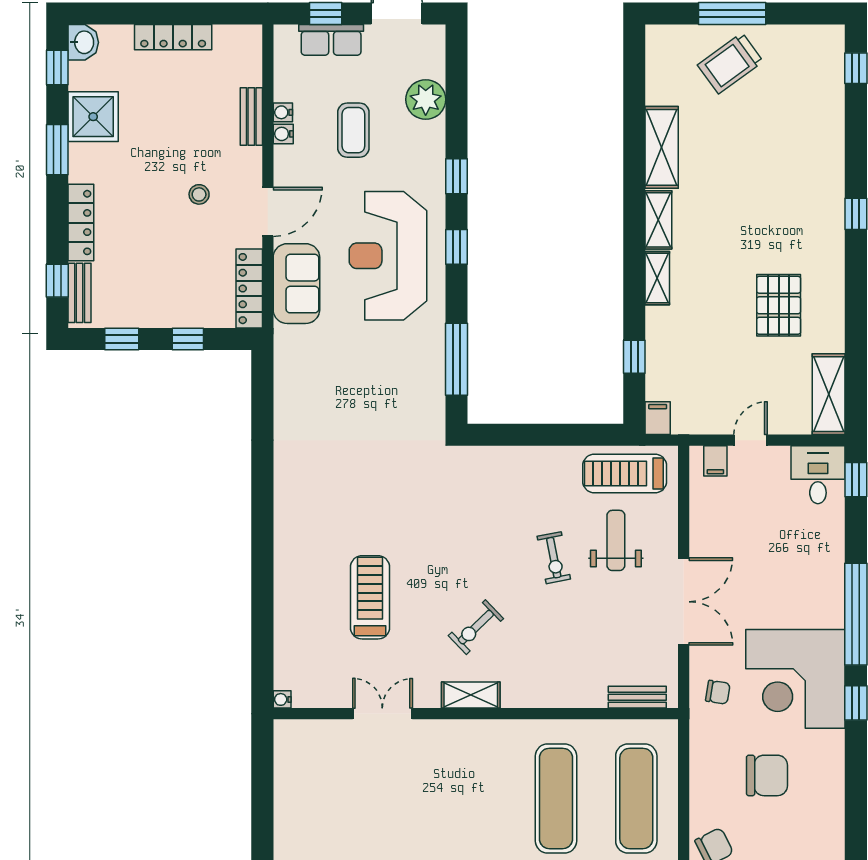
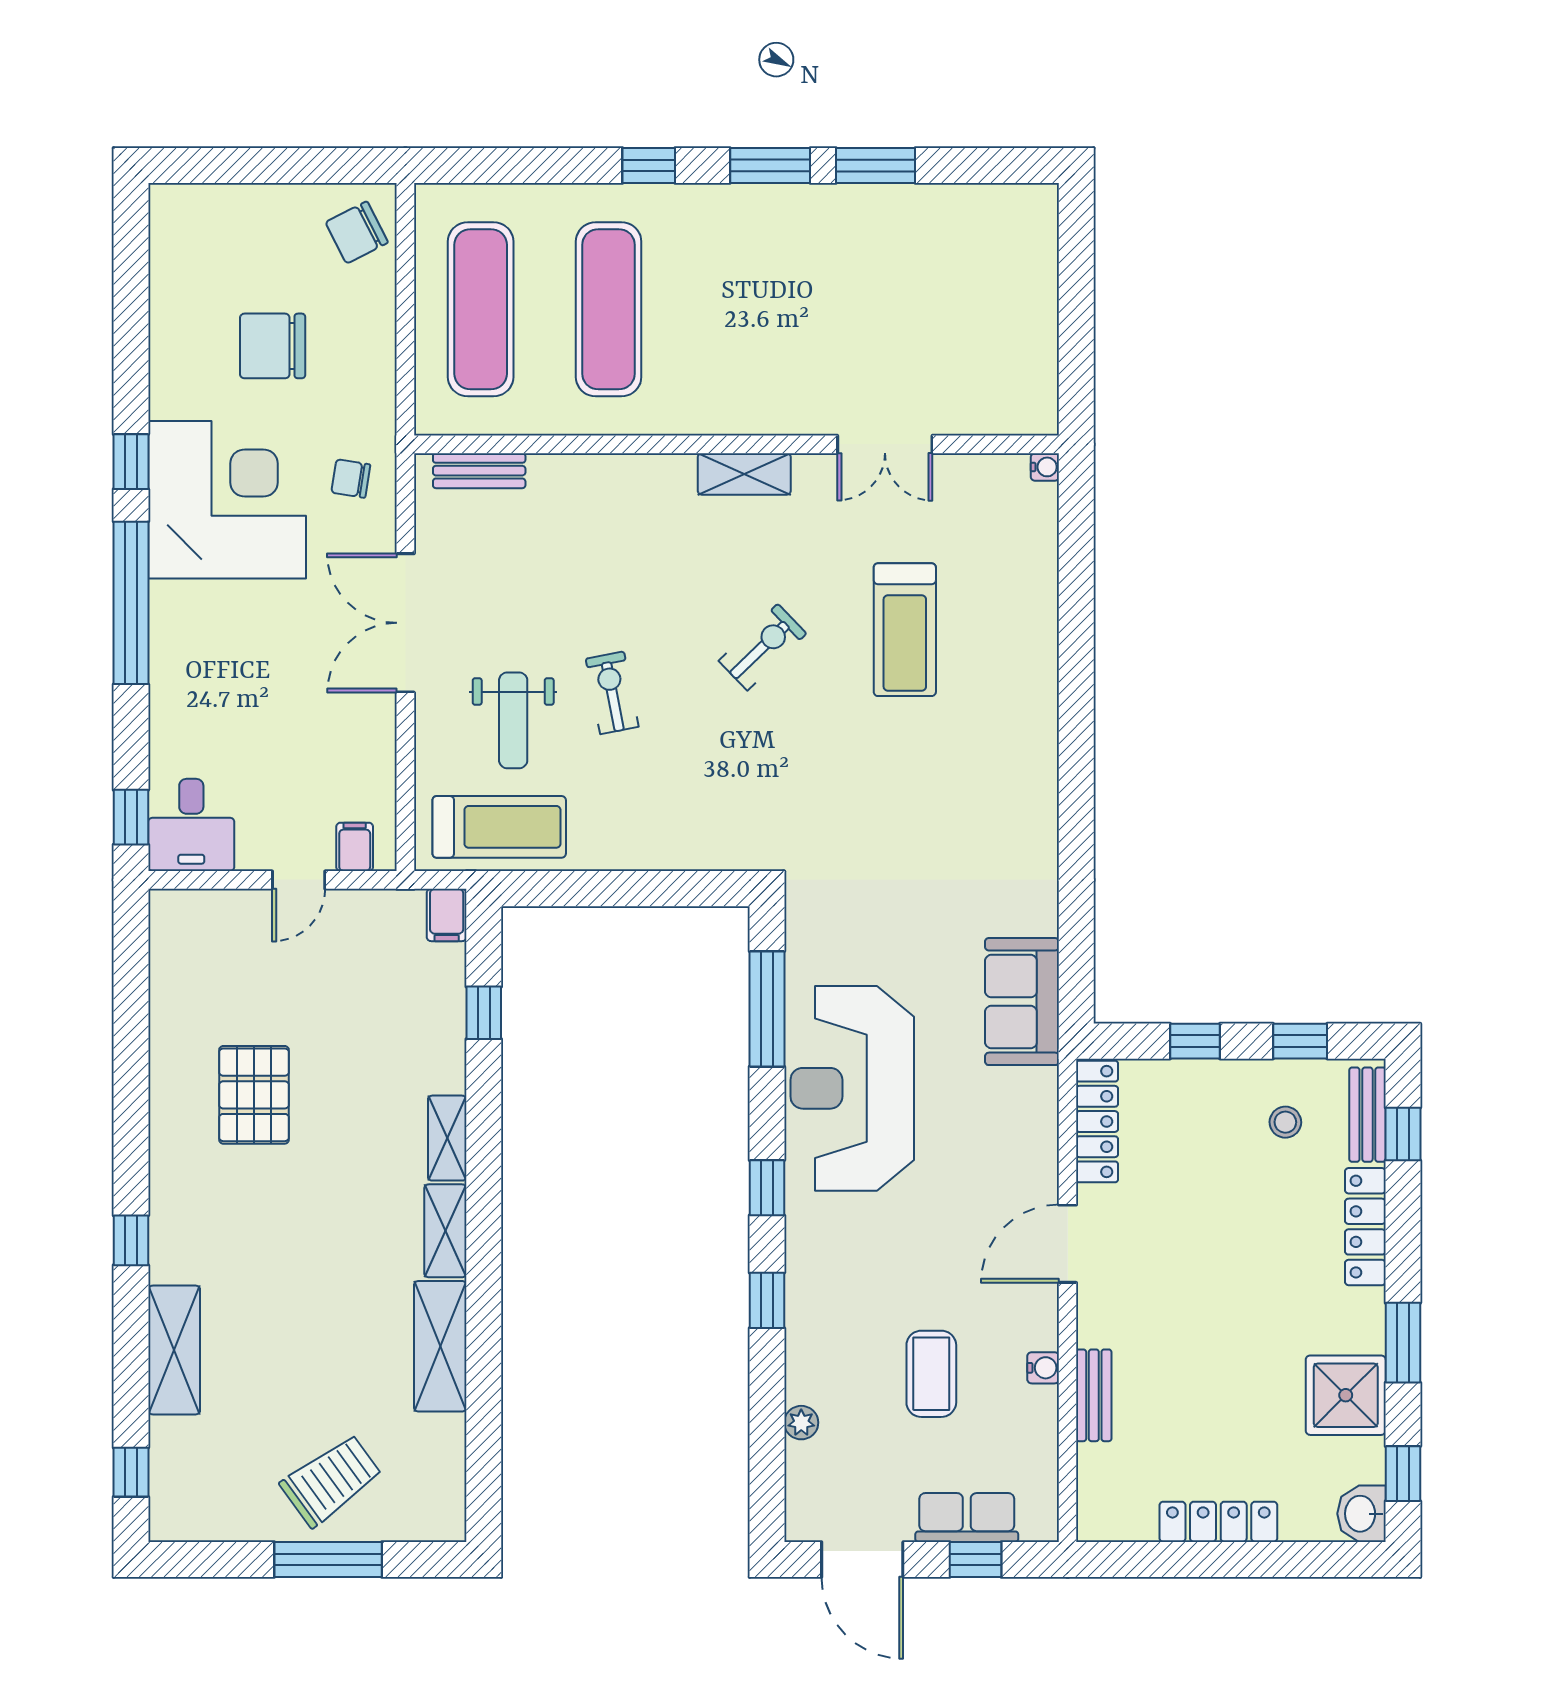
plant: (426, 99) -> (801, 1423), width x0.53, depth x0.53
water cooler: (283, 112) -> (1044, 1402), removed
stool: (199, 194) -> (1285, 1122), moved
reception desk: (388, 256) -> (852, 1088), moved, turned 180
sofa: (296, 284) -> (1022, 1002), moved
shelving: (829, 394) -> (174, 1350), moved
exercise bike: (476, 627) -> (763, 647), moved

